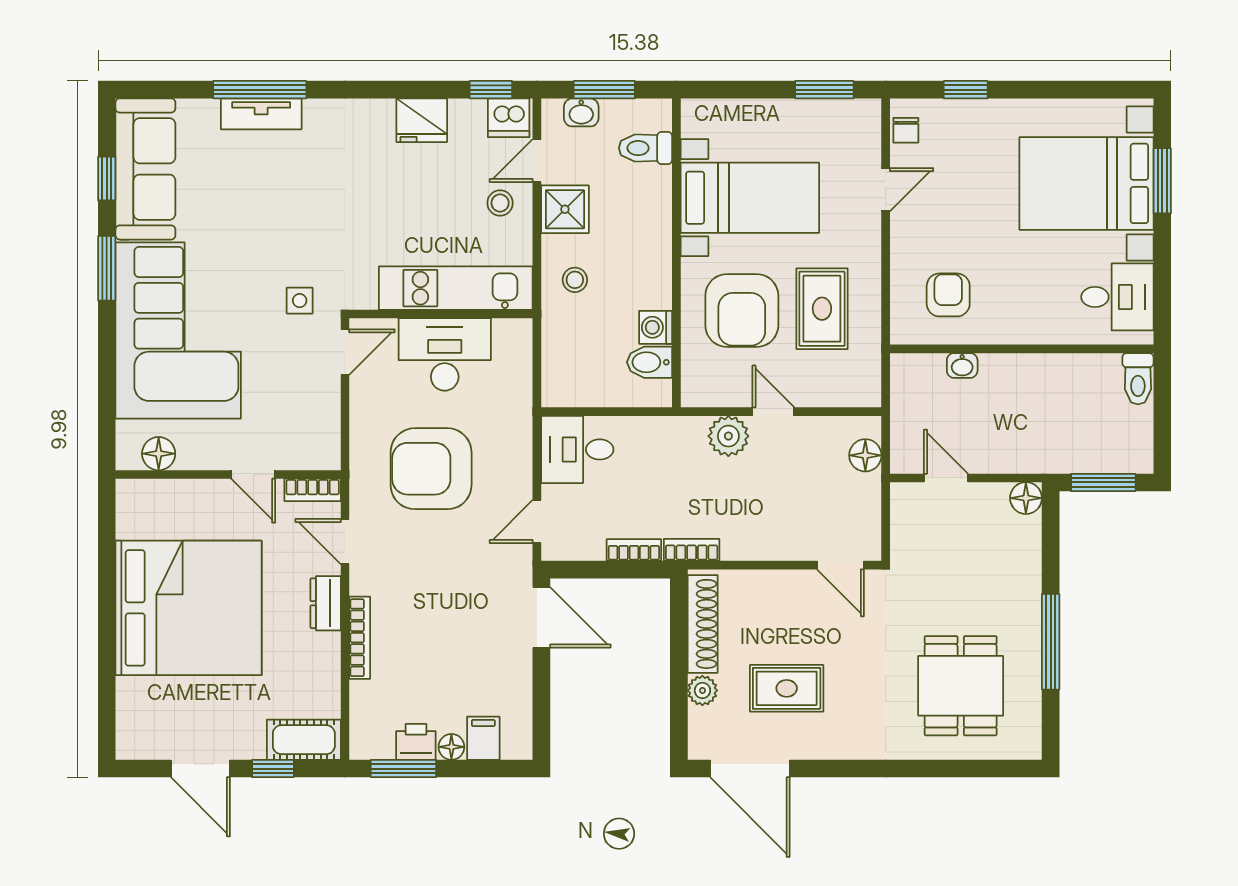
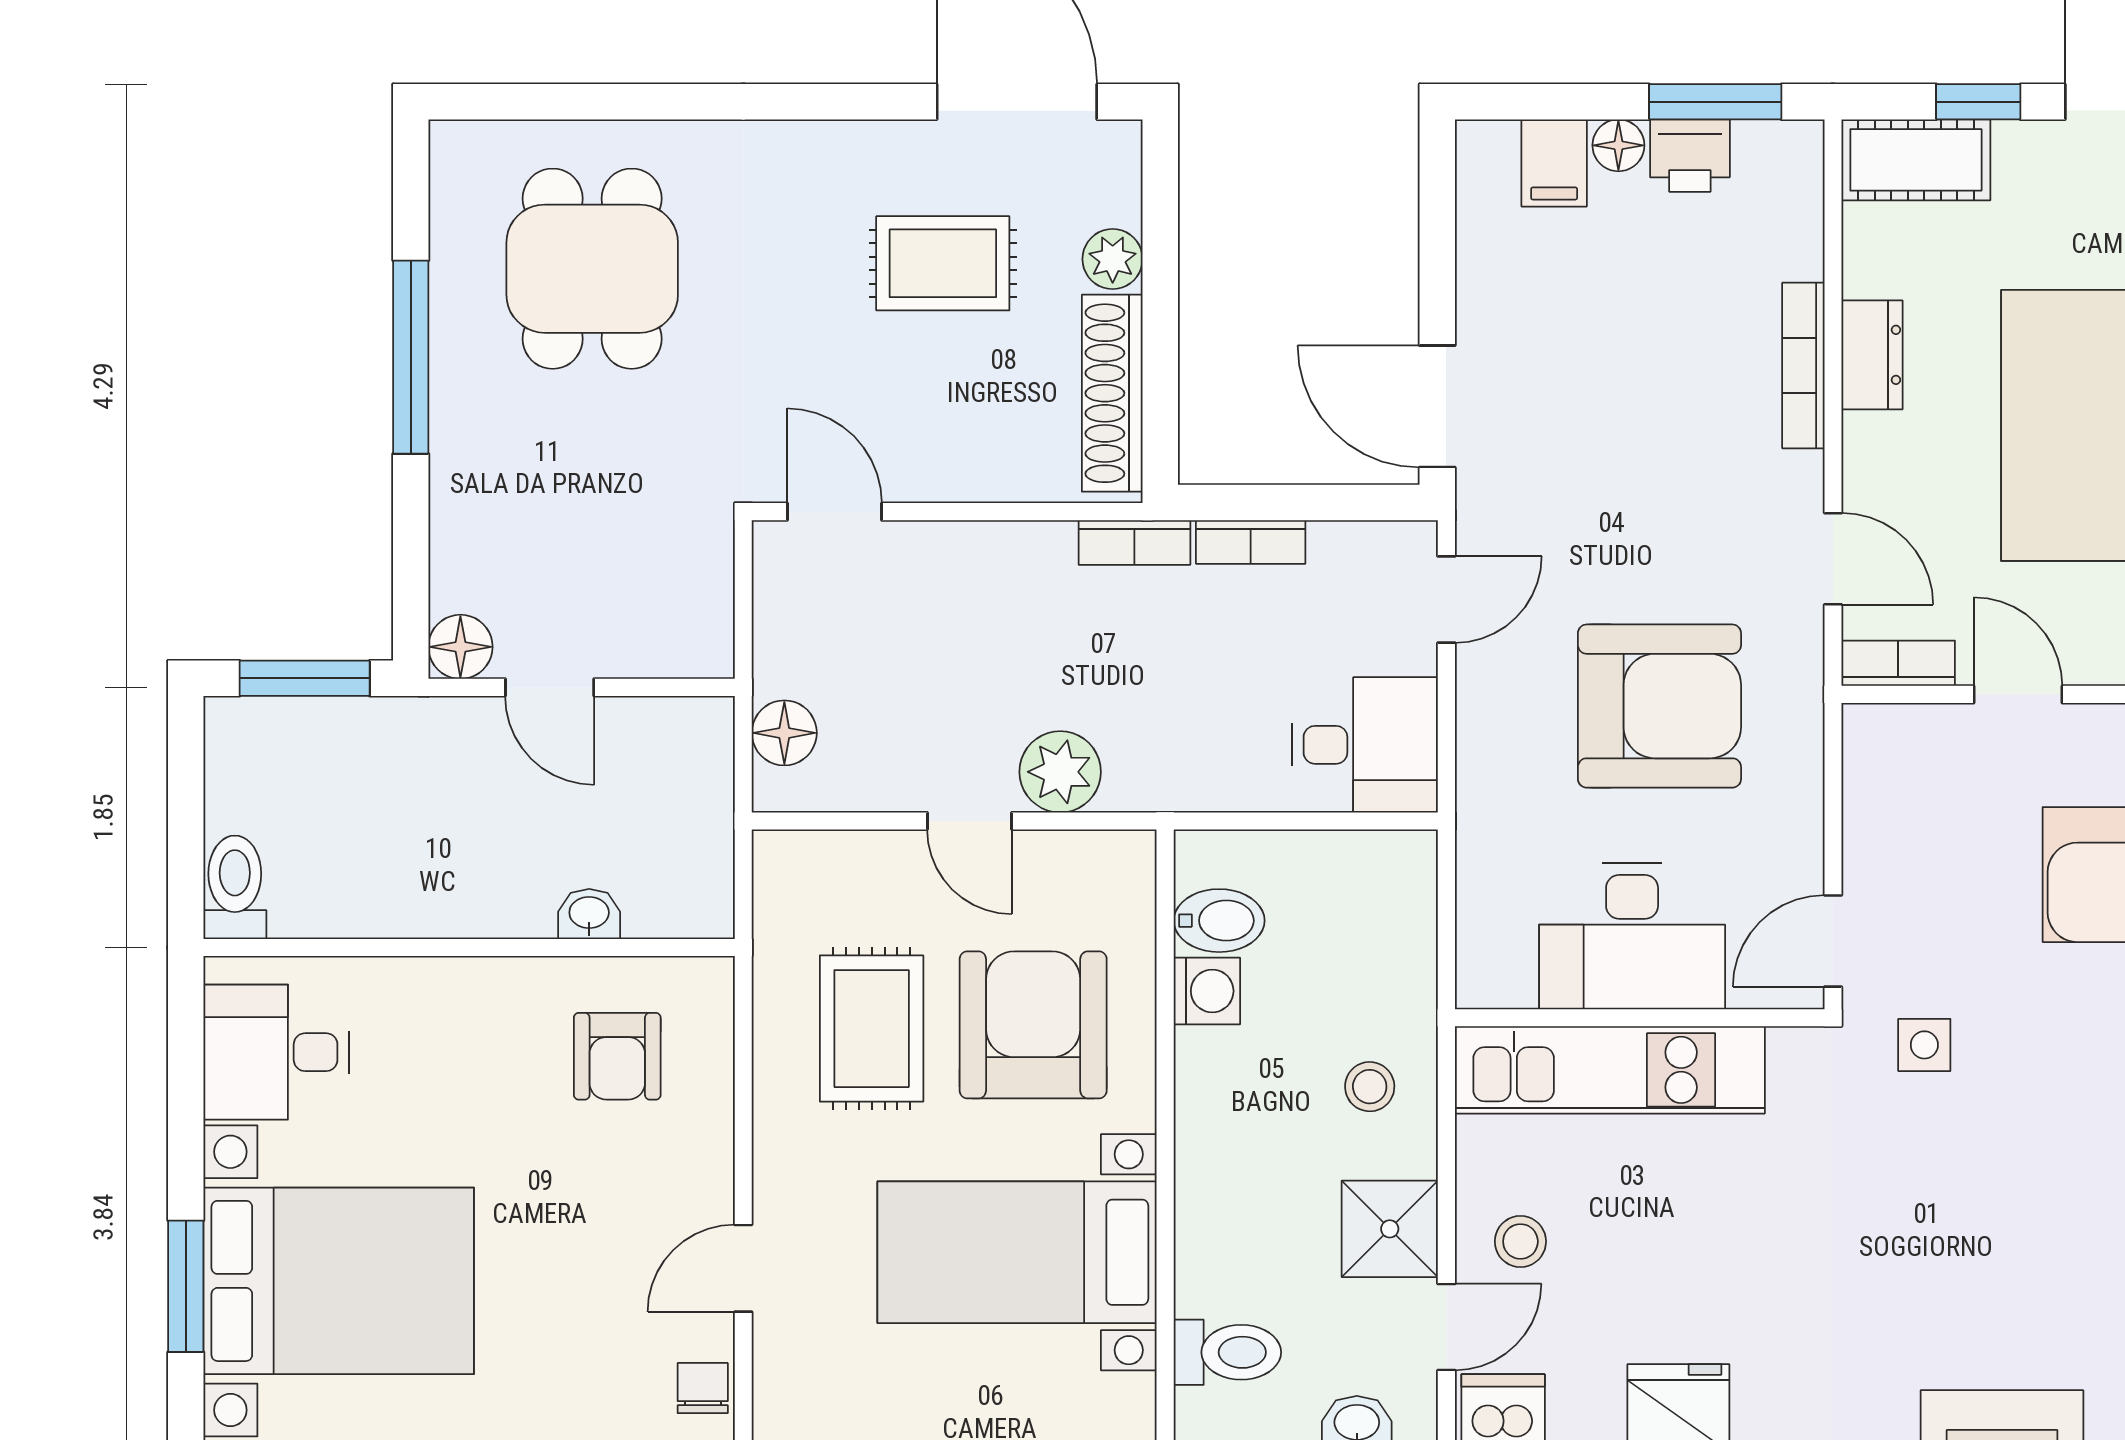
door: (946, 478) -> (550, 687), moved
dresser: (326, 603) -> (1872, 355), moved

